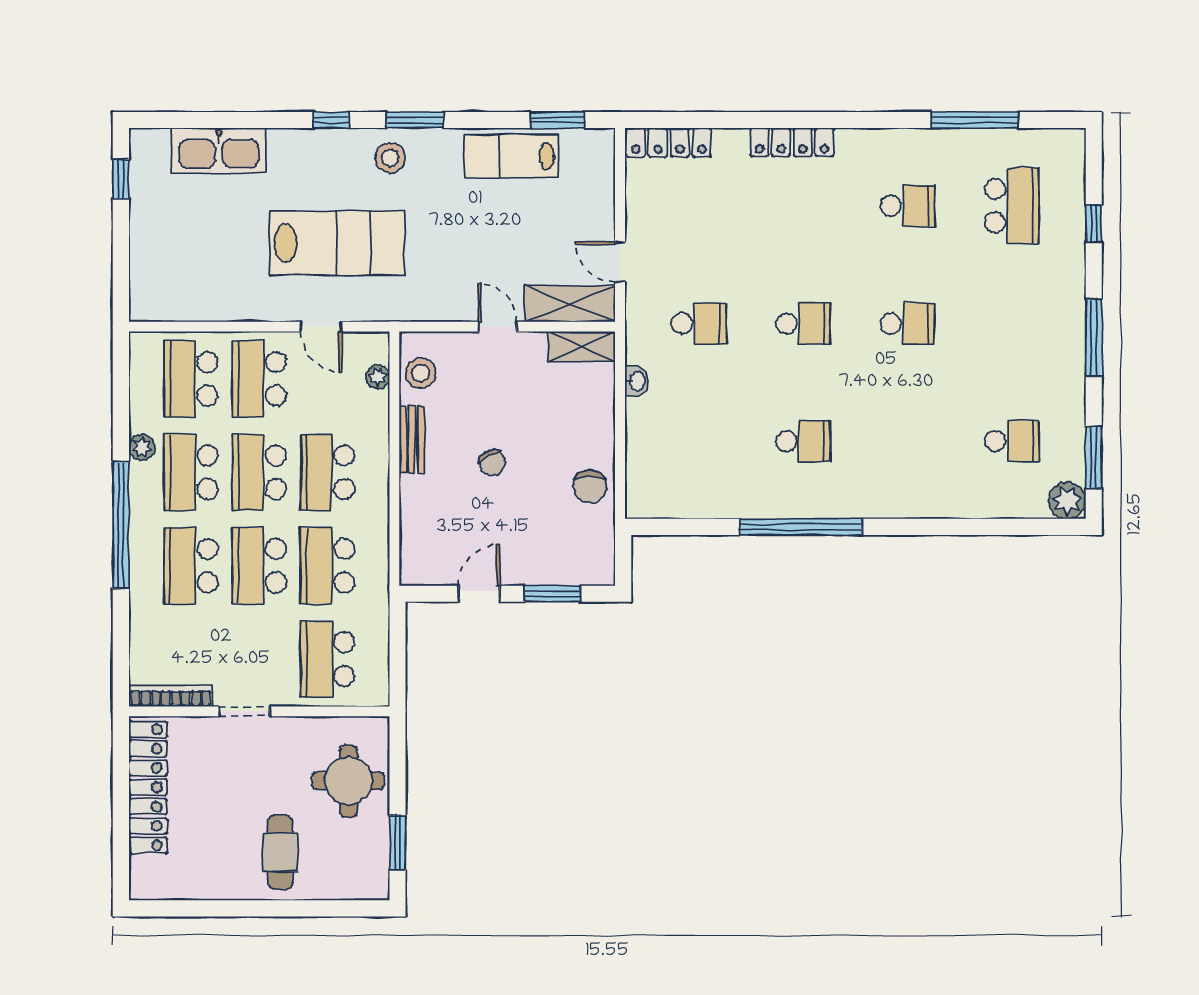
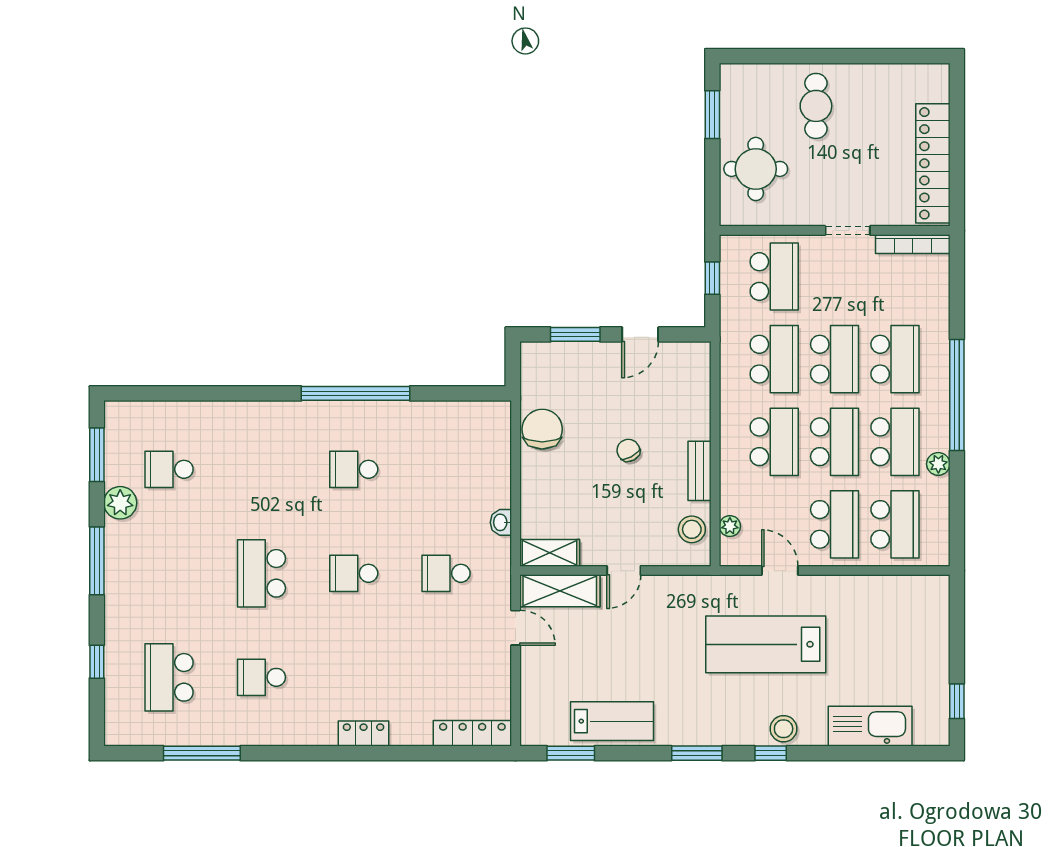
locker: (792, 142) -> (364, 733), width x0.66
stool: (390, 158) -> (784, 729), moved
school desk: (907, 323) -> (261, 573), width x1.85
door: (498, 327) -> (624, 571), hinge flipped
chair: (590, 486) -> (542, 429), width x1.37, depth x1.37
plant: (1067, 500) -> (120, 503), moved
window: (397, 657) -> (712, 278), added

